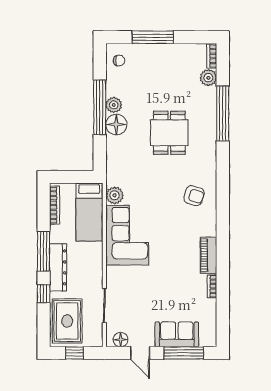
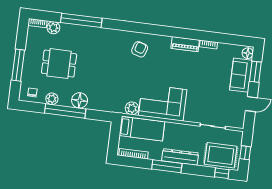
plant: (114, 105) -> (52, 99), moved
dining table: (169, 133) -> (59, 64), moved
window: (44, 294) -> (222, 173), moved
floor lamp: (121, 340) -> (248, 53), moved
window: (184, 353) -> (255, 72), width x0.69

